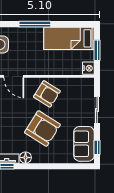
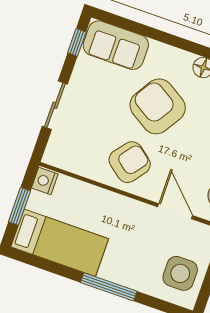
armchair: (47, 94) -> (130, 162), turned 96
sofa: (84, 144) -> (116, 45), moved, turned 90

